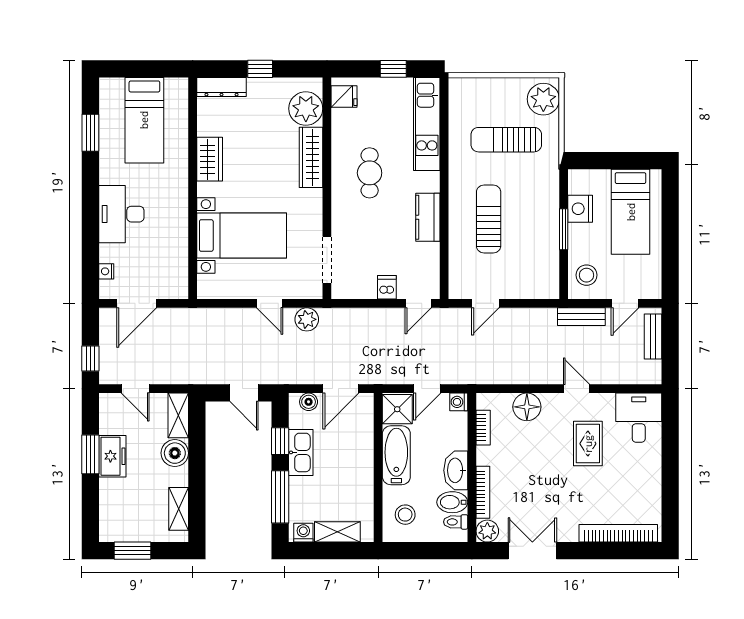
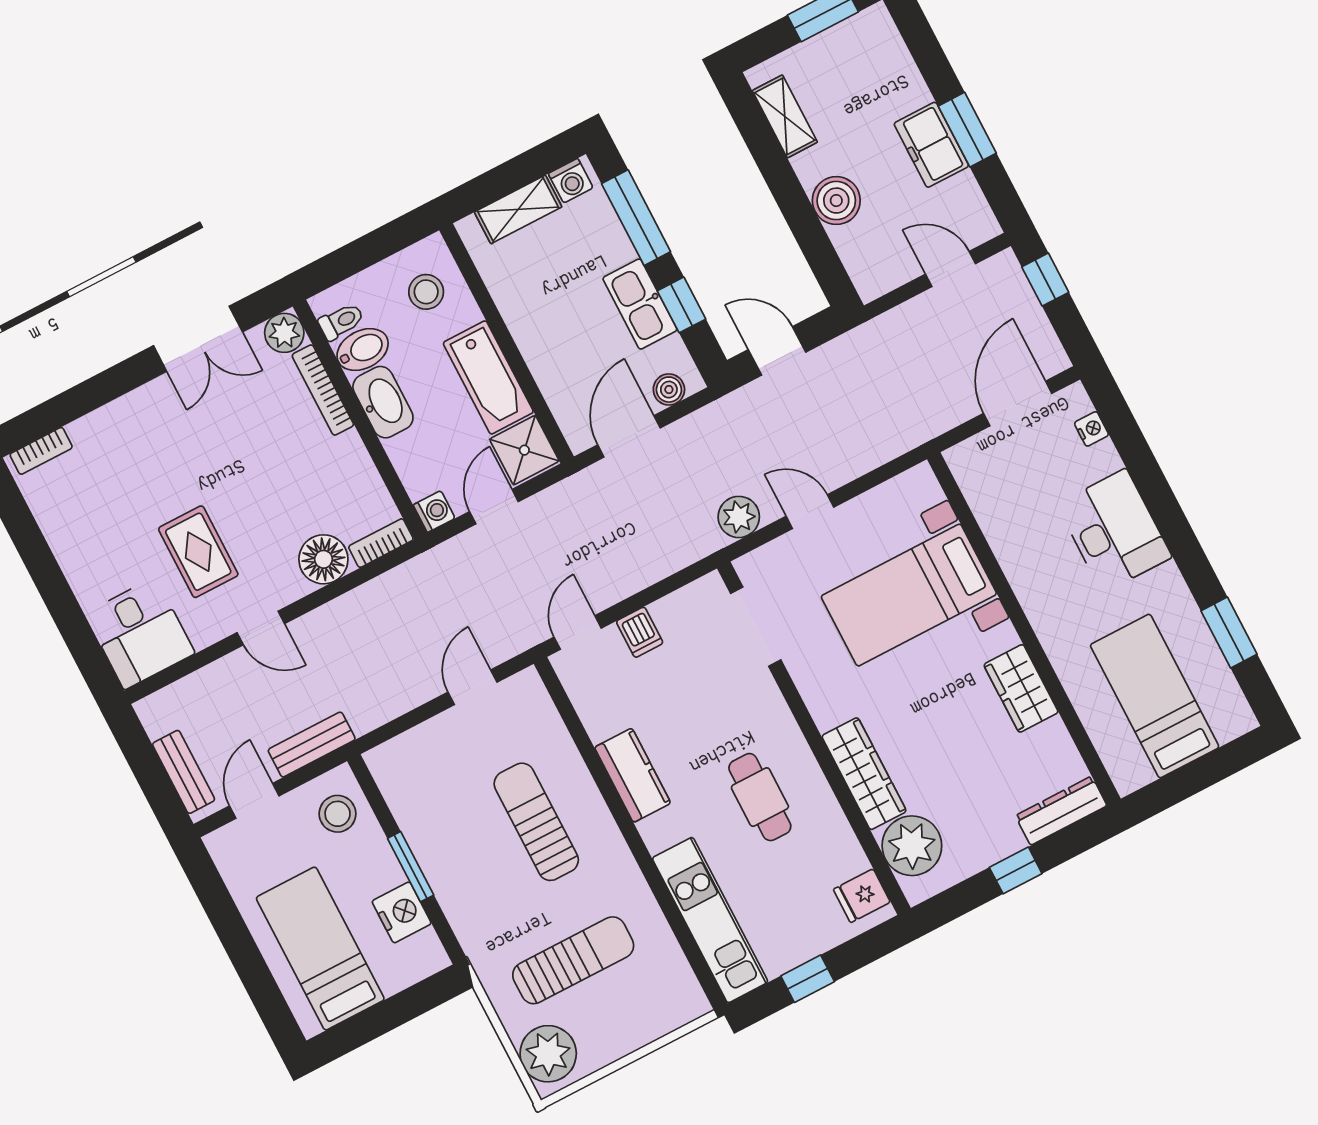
sun lounger: (489, 219) -> (536, 822), turned 180
shelving: (178, 415) -> (862, 262), removed
bookcase: (483, 428) -> (381, 543), moved, turned 90
bookcase: (618, 533) -> (41, 451), width x0.43, depth x0.76

